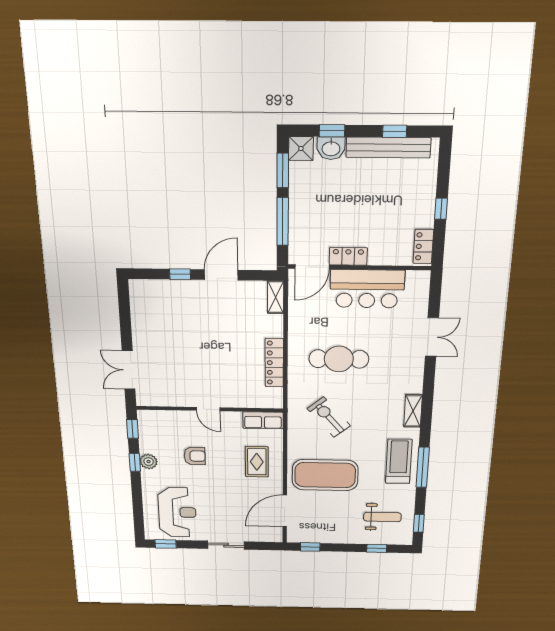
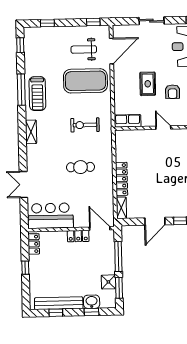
shower: (301, 148) -> (108, 282), moved
door: (312, 267) -> (100, 228), hinge flipped
bar counter: (367, 289) -> (51, 216), moved
cafe table: (339, 359) -> (80, 167), width x0.73, depth x0.74
locker: (274, 363) -> (122, 179), moved
exercise bike: (329, 417) -> (85, 125), turned 130
armchair: (195, 456) -> (173, 92), turned -90
rug: (257, 462) -> (148, 84), moved
weight bench: (382, 517) -> (84, 49), moved

